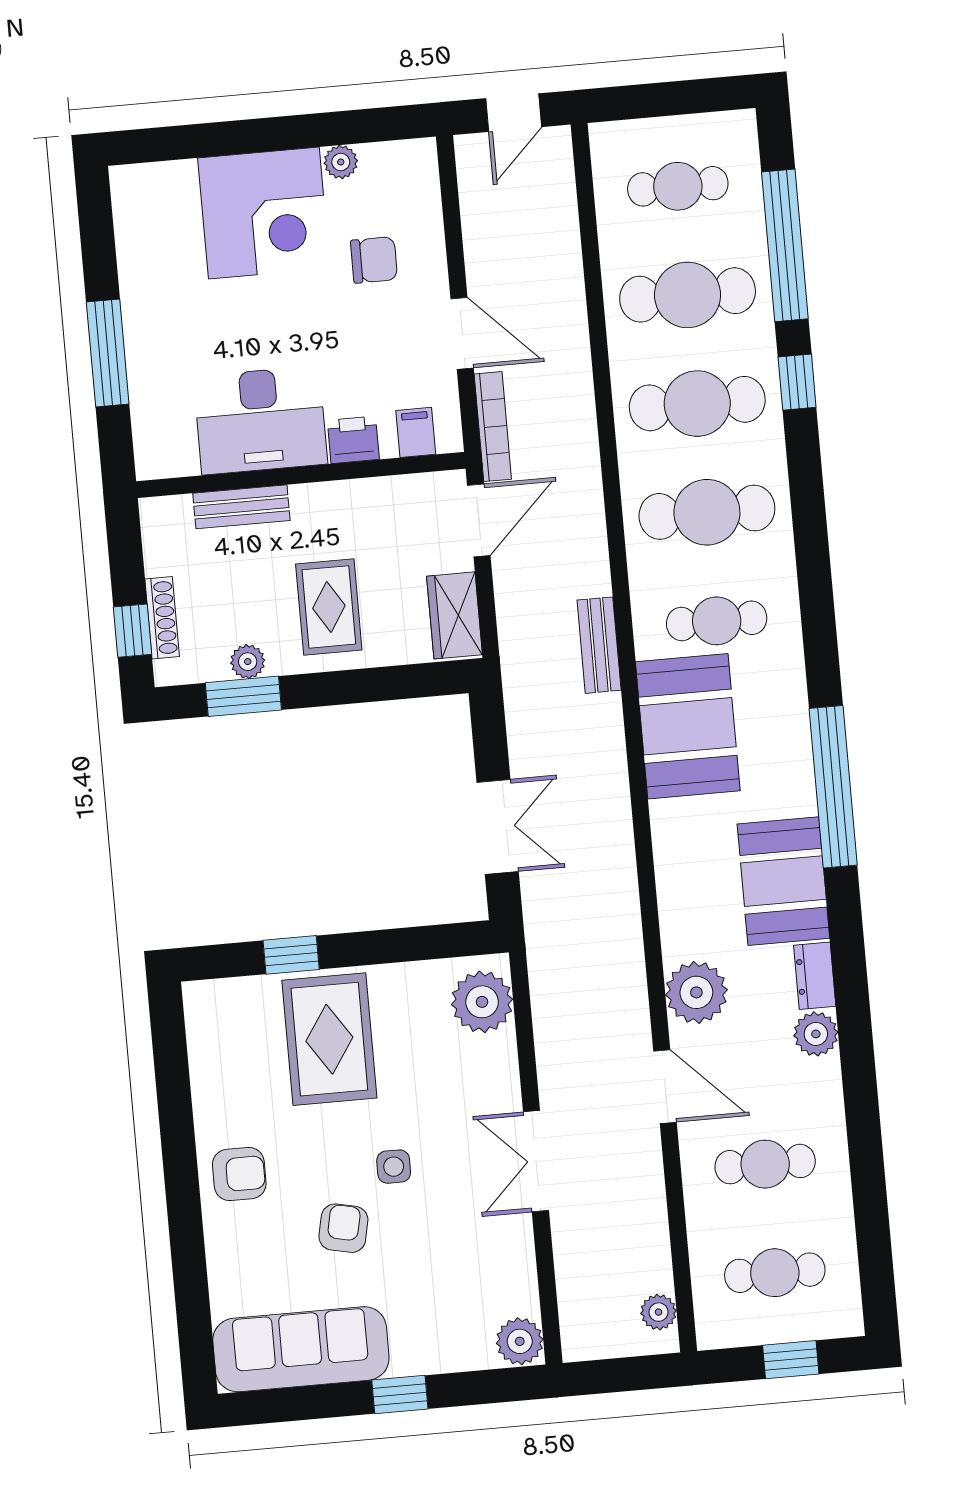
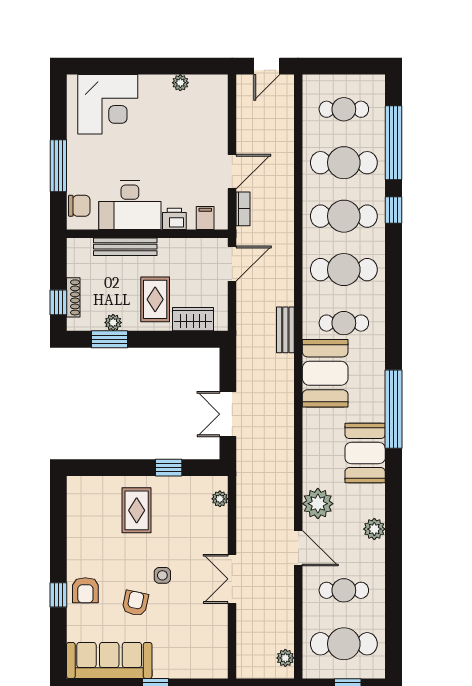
corner desk: (264, 213) -> (108, 104), moved
chair: (374, 260) -> (79, 206), moved
door: (462, 333) -> (232, 172), hinge flipped
bookcase: (493, 427) -> (243, 209), width x0.64
bench: (241, 507) -> (125, 247), width x1.36
wardrobe: (454, 615) -> (193, 319), moved, turned 90
double door: (498, 827) -> (228, 414), swing flipped
window: (291, 955) -> (169, 468), moved
dresser: (815, 976) -> (376, 501), removed
plant: (482, 1002) -> (220, 499), width x0.53, depth x0.53
rug: (329, 1039) -> (137, 510), width x0.73, depth x0.70
armchair: (239, 1174) -> (85, 590), moved, turned 90
window: (186, 1225) -> (58, 595), added
cafe table: (775, 1273) -> (344, 644), width x1.37, depth x1.35
plant: (520, 1341) -> (216, 666), removed

